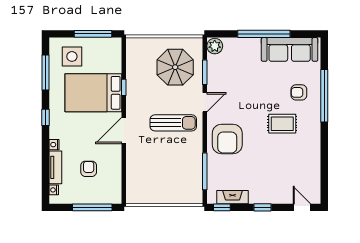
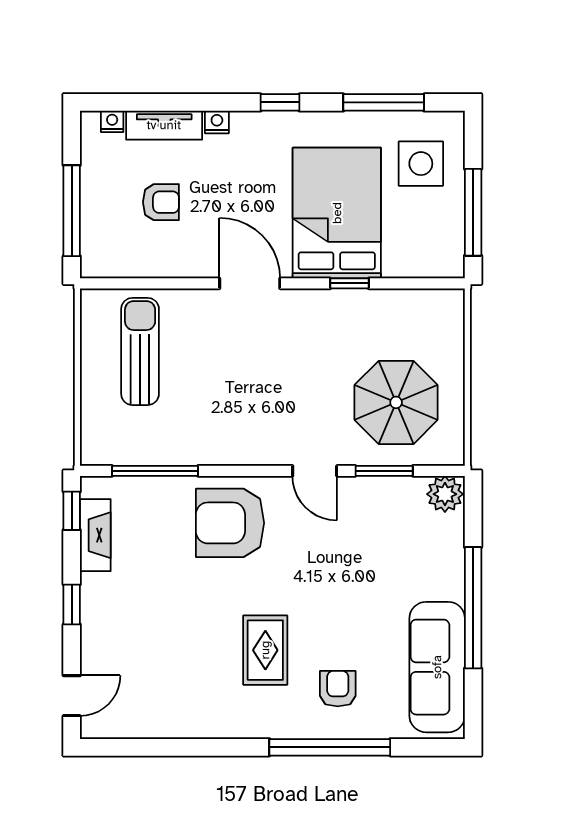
sun lounger: (173, 123) -> (140, 351), moved, turned 180

